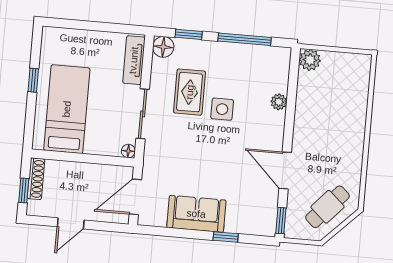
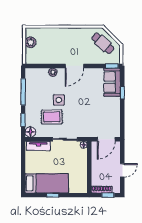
plant: (310, 60) -> (31, 42), moved
bed: (67, 109) -> (47, 183), moved, turned 180
door: (285, 170) -> (75, 66), moved
door: (135, 197) -> (106, 139), hinge flipped
sofa: (196, 214) -> (112, 82), moved
door: (71, 223) -> (122, 170), hinge flipped

